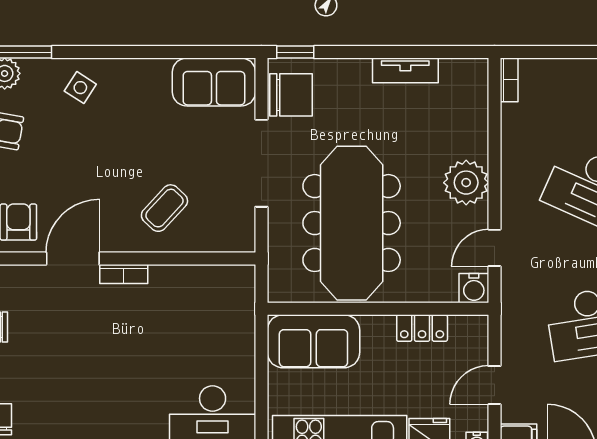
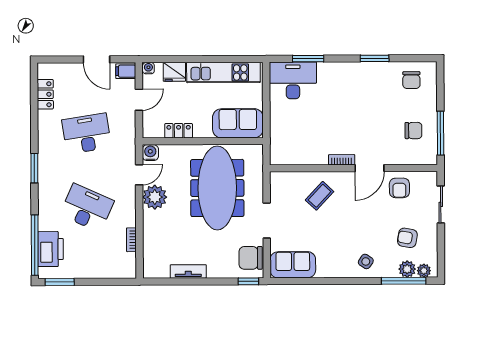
bookcase: (509, 80) -> (131, 240), moved
doorway: (261, 163) -> (267, 221), width x0.73
plant: (466, 183) -> (155, 197), moved

